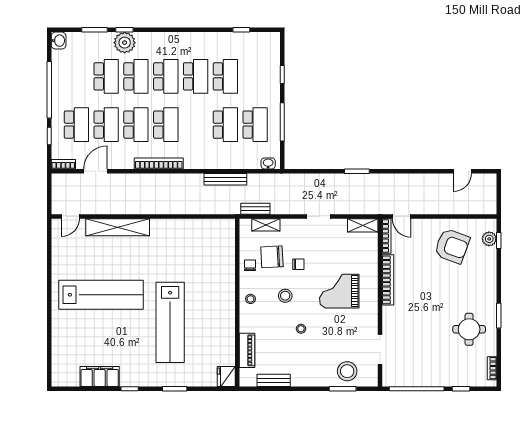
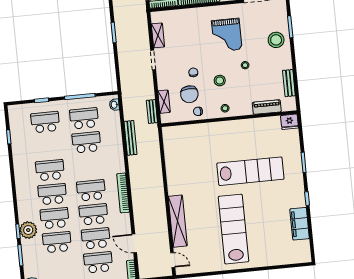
school desk: (225, 76) -> (45, 122), moved
shelving: (363, 225) -> (158, 35), moved
grand piano: (339, 291) -> (227, 35), moved
stool: (347, 371) -> (276, 40), moved

